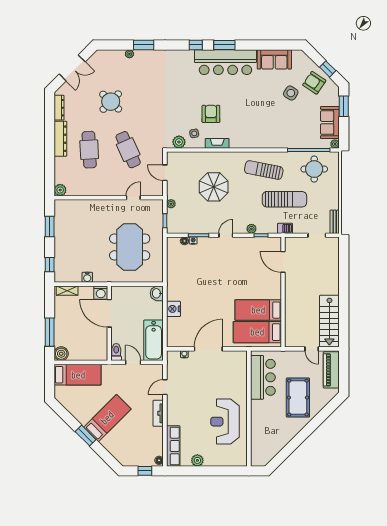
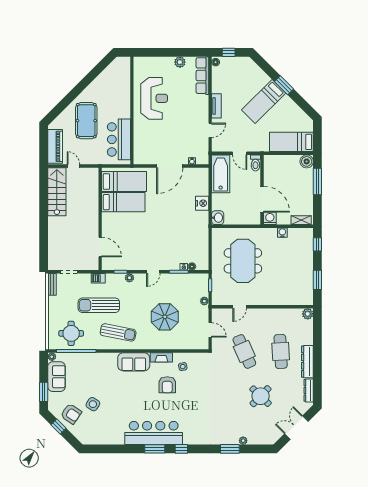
sofa: (274, 59) -> (134, 362), moved, turned 180
plant: (179, 142) -> (197, 359), removed

